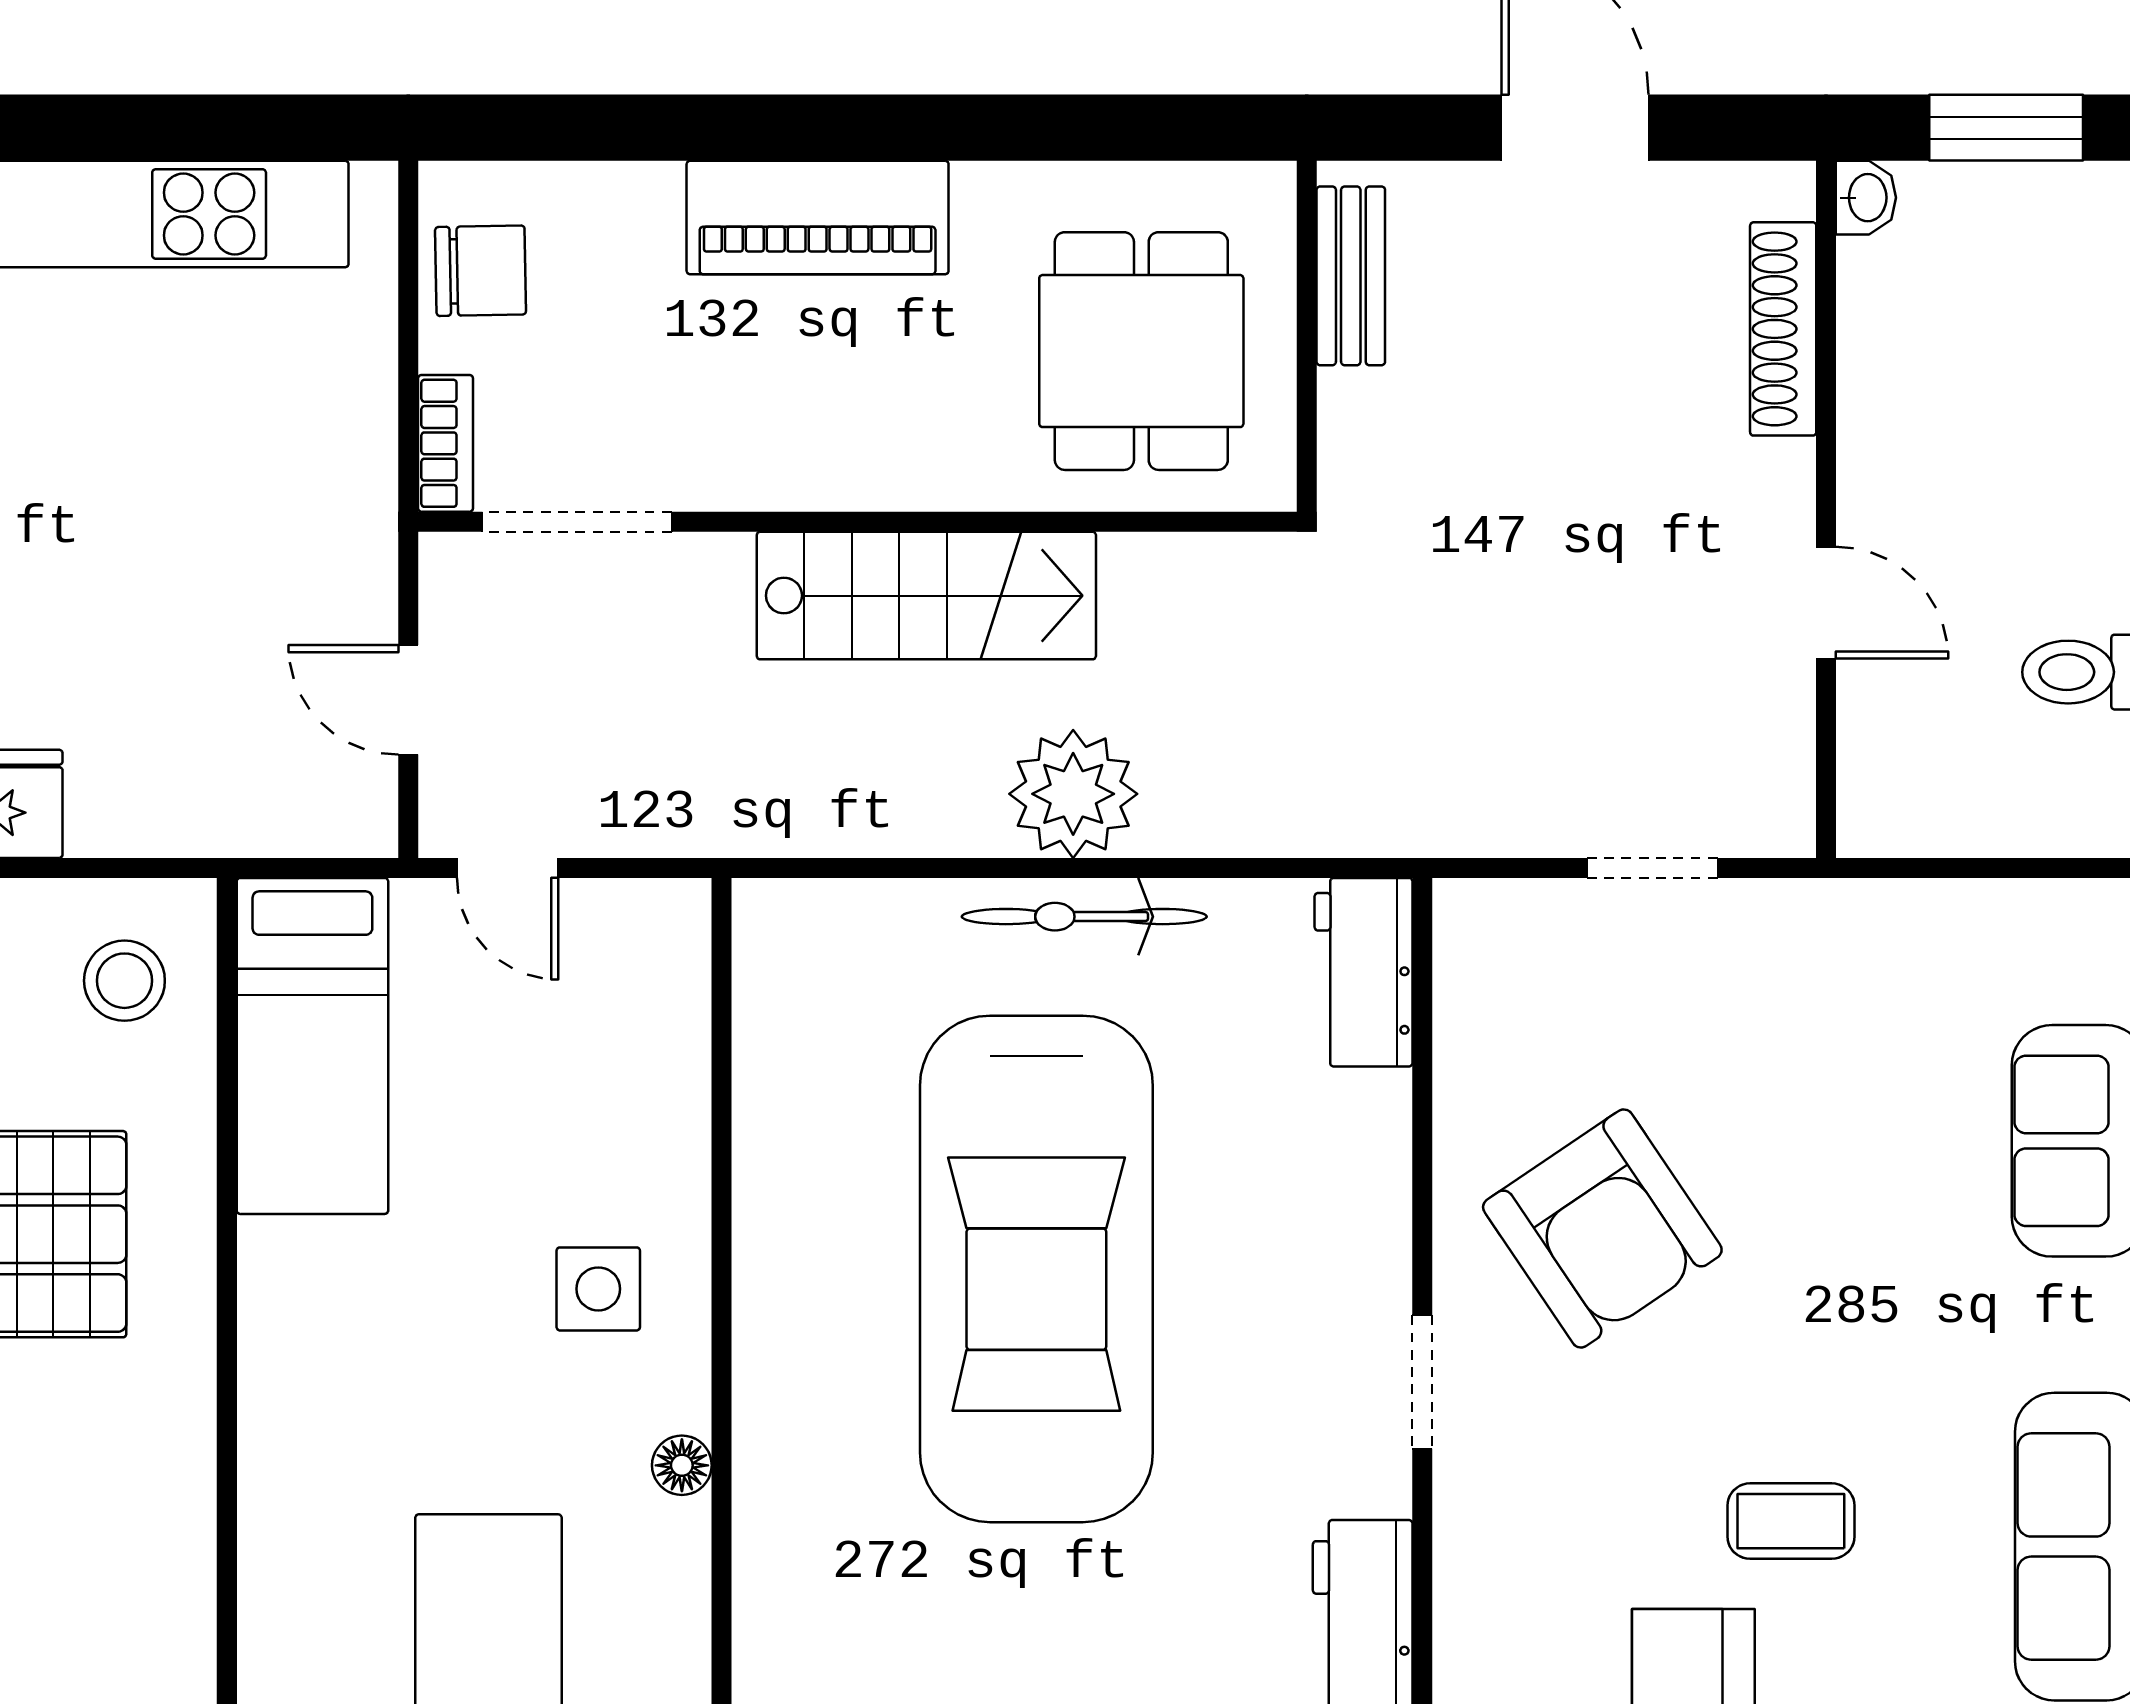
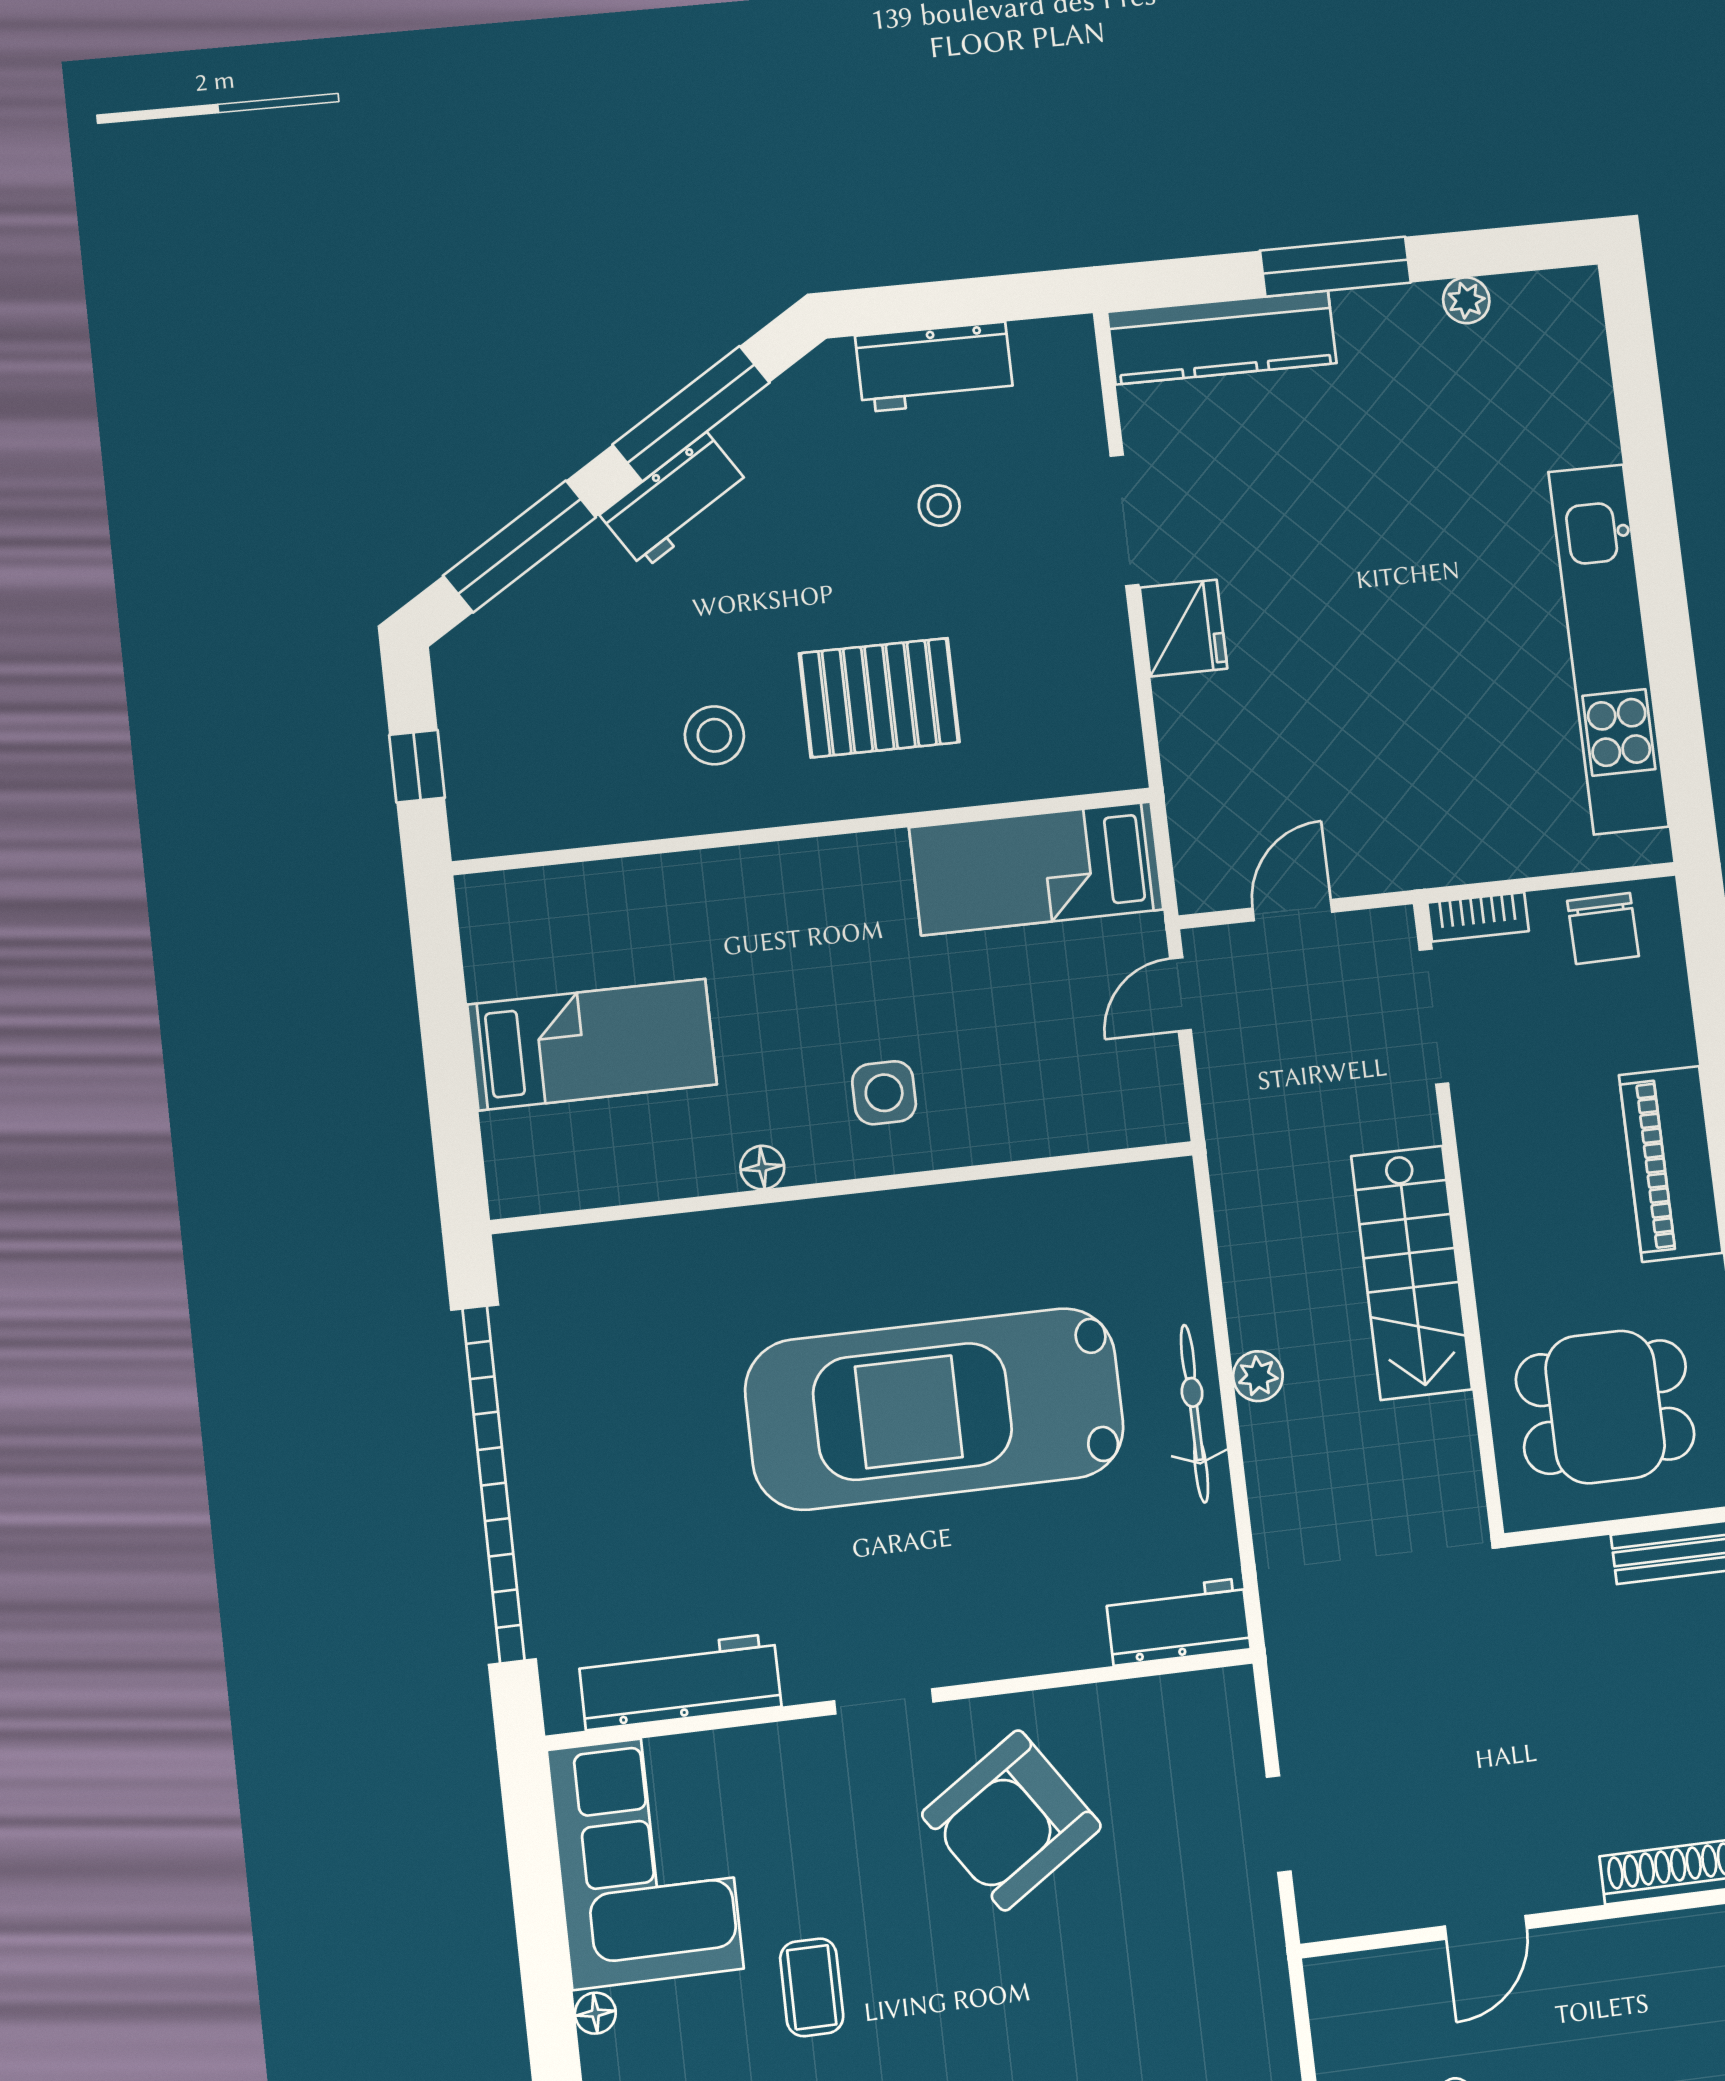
plant: (1073, 794) -> (1258, 1376), width x0.53, depth x0.53
stool: (124, 981) -> (714, 735), moved

